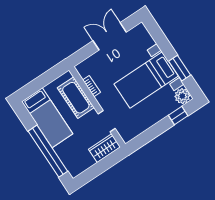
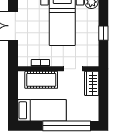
window: (178, 116) -> (103, 33), moved

